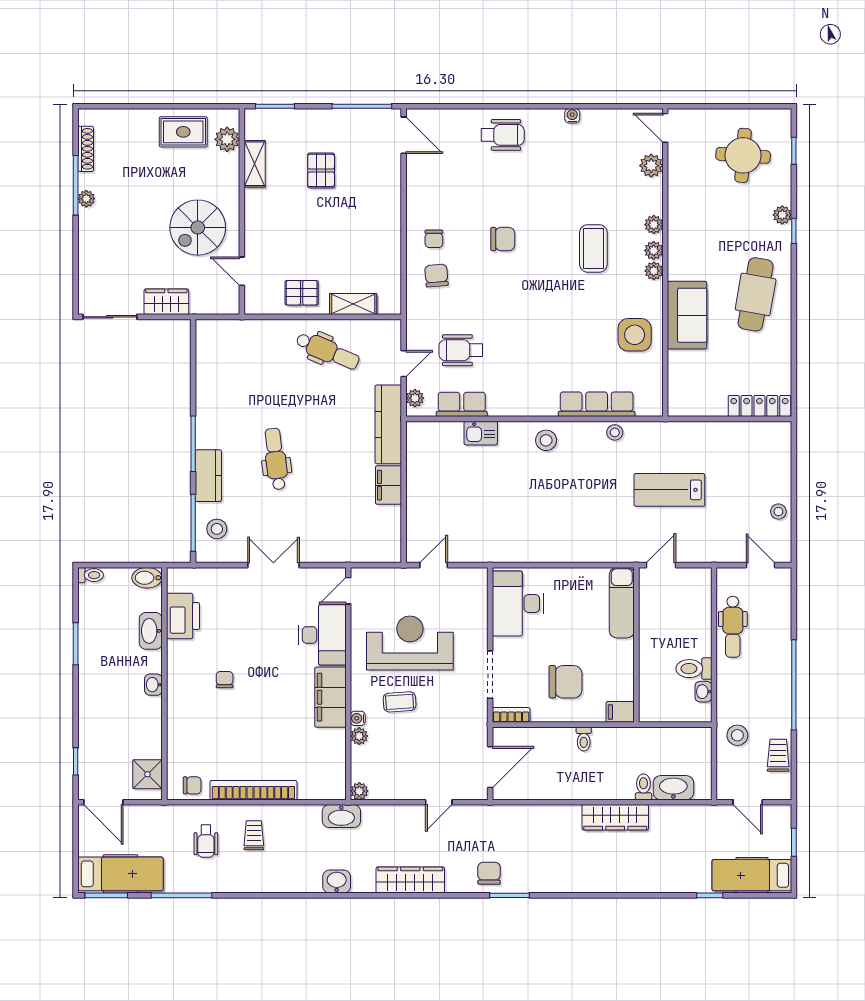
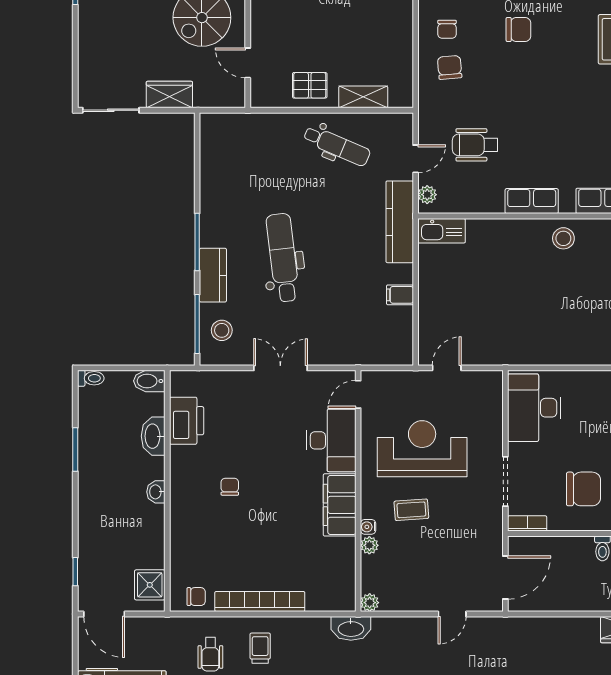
row of seats: (462, 404) -> (532, 201), moved
kitchen sink: (481, 433) -> (442, 231), moved, width x1.38
dental chair: (276, 459) -> (283, 258), width x1.36, depth x1.38
filing cabinet: (389, 485) -> (400, 295), width x0.50

